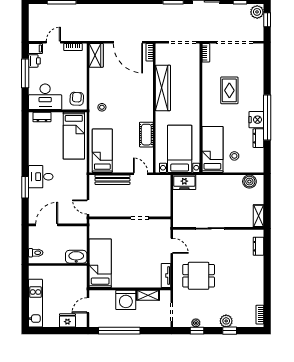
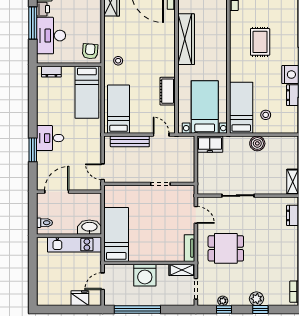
desk: (45, 97) -> (51, 36), moved, turned 90
boiler: (249, 182) -> (257, 143), moved
shelving: (148, 295) -> (182, 270), moved
kitchen unit: (35, 303) -> (75, 245), moved, turned 90

